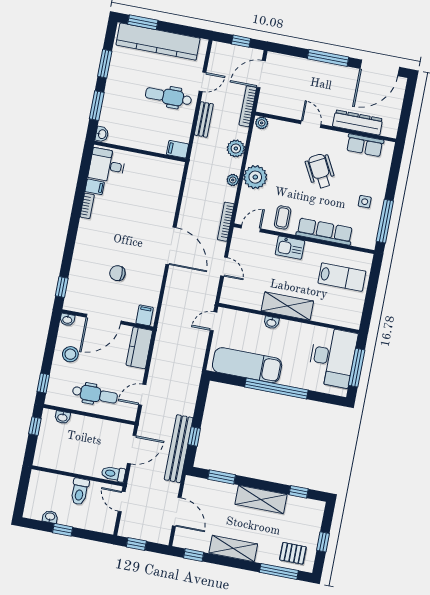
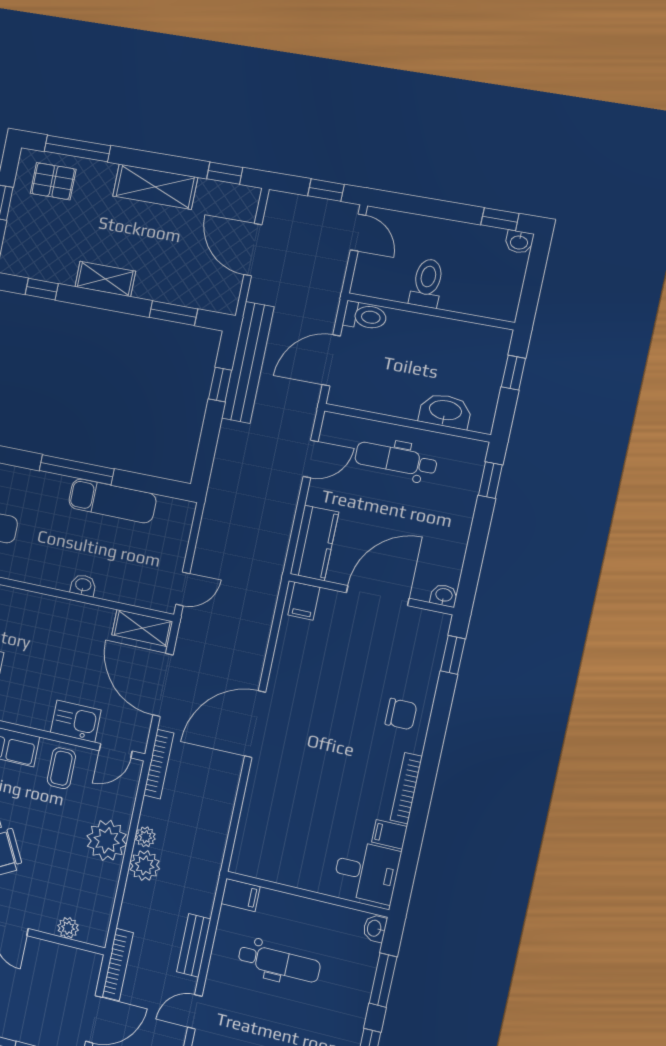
dental chair: (168, 97) -> (279, 963), moved
plant: (262, 123) -> (68, 928), moved
plant: (236, 148) -> (145, 865), moved
bookcase: (87, 206) -> (406, 788), width x1.56
door: (171, 246) -> (255, 724), hinge flipped
kitchen sink: (290, 248) -> (76, 721), moved
door: (224, 267) -> (163, 685), width x1.88
chair: (117, 273) -> (401, 714), moved
shelving: (287, 306) -> (142, 628), moved, width x0.67, depth x0.75
stool: (70, 354) -> (439, 533), removed
exam couch: (247, 365) -> (112, 501), width x0.73, depth x0.69
window: (276, 389) -> (77, 470), width x0.68
washbasin: (62, 417) -> (445, 411), width x1.91, depth x1.45
window: (35, 426) -> (513, 373), moved
shelving: (261, 499) -> (105, 279), width x0.67, depth x0.75
door: (122, 502) -> (358, 233), moved
washbasin: (50, 517) -> (519, 242), moved
window: (63, 530) -> (500, 219), moved

